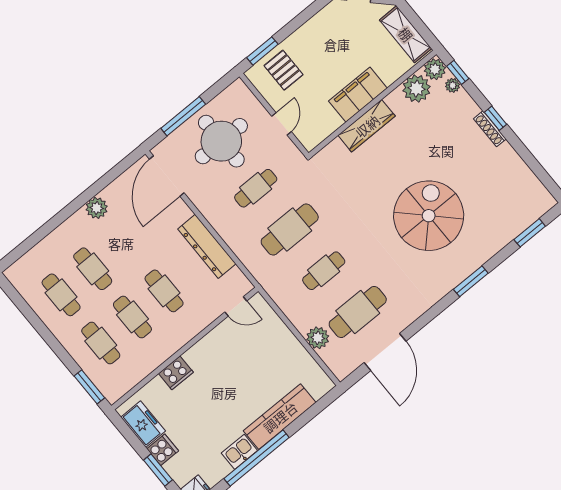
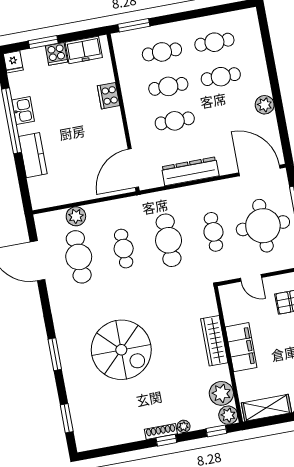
plant: (453, 85) -> (184, 426), moved
door: (236, 306) -> (133, 168), width x1.87
kitchen counter: (280, 417) -> (33, 155), width x0.67

